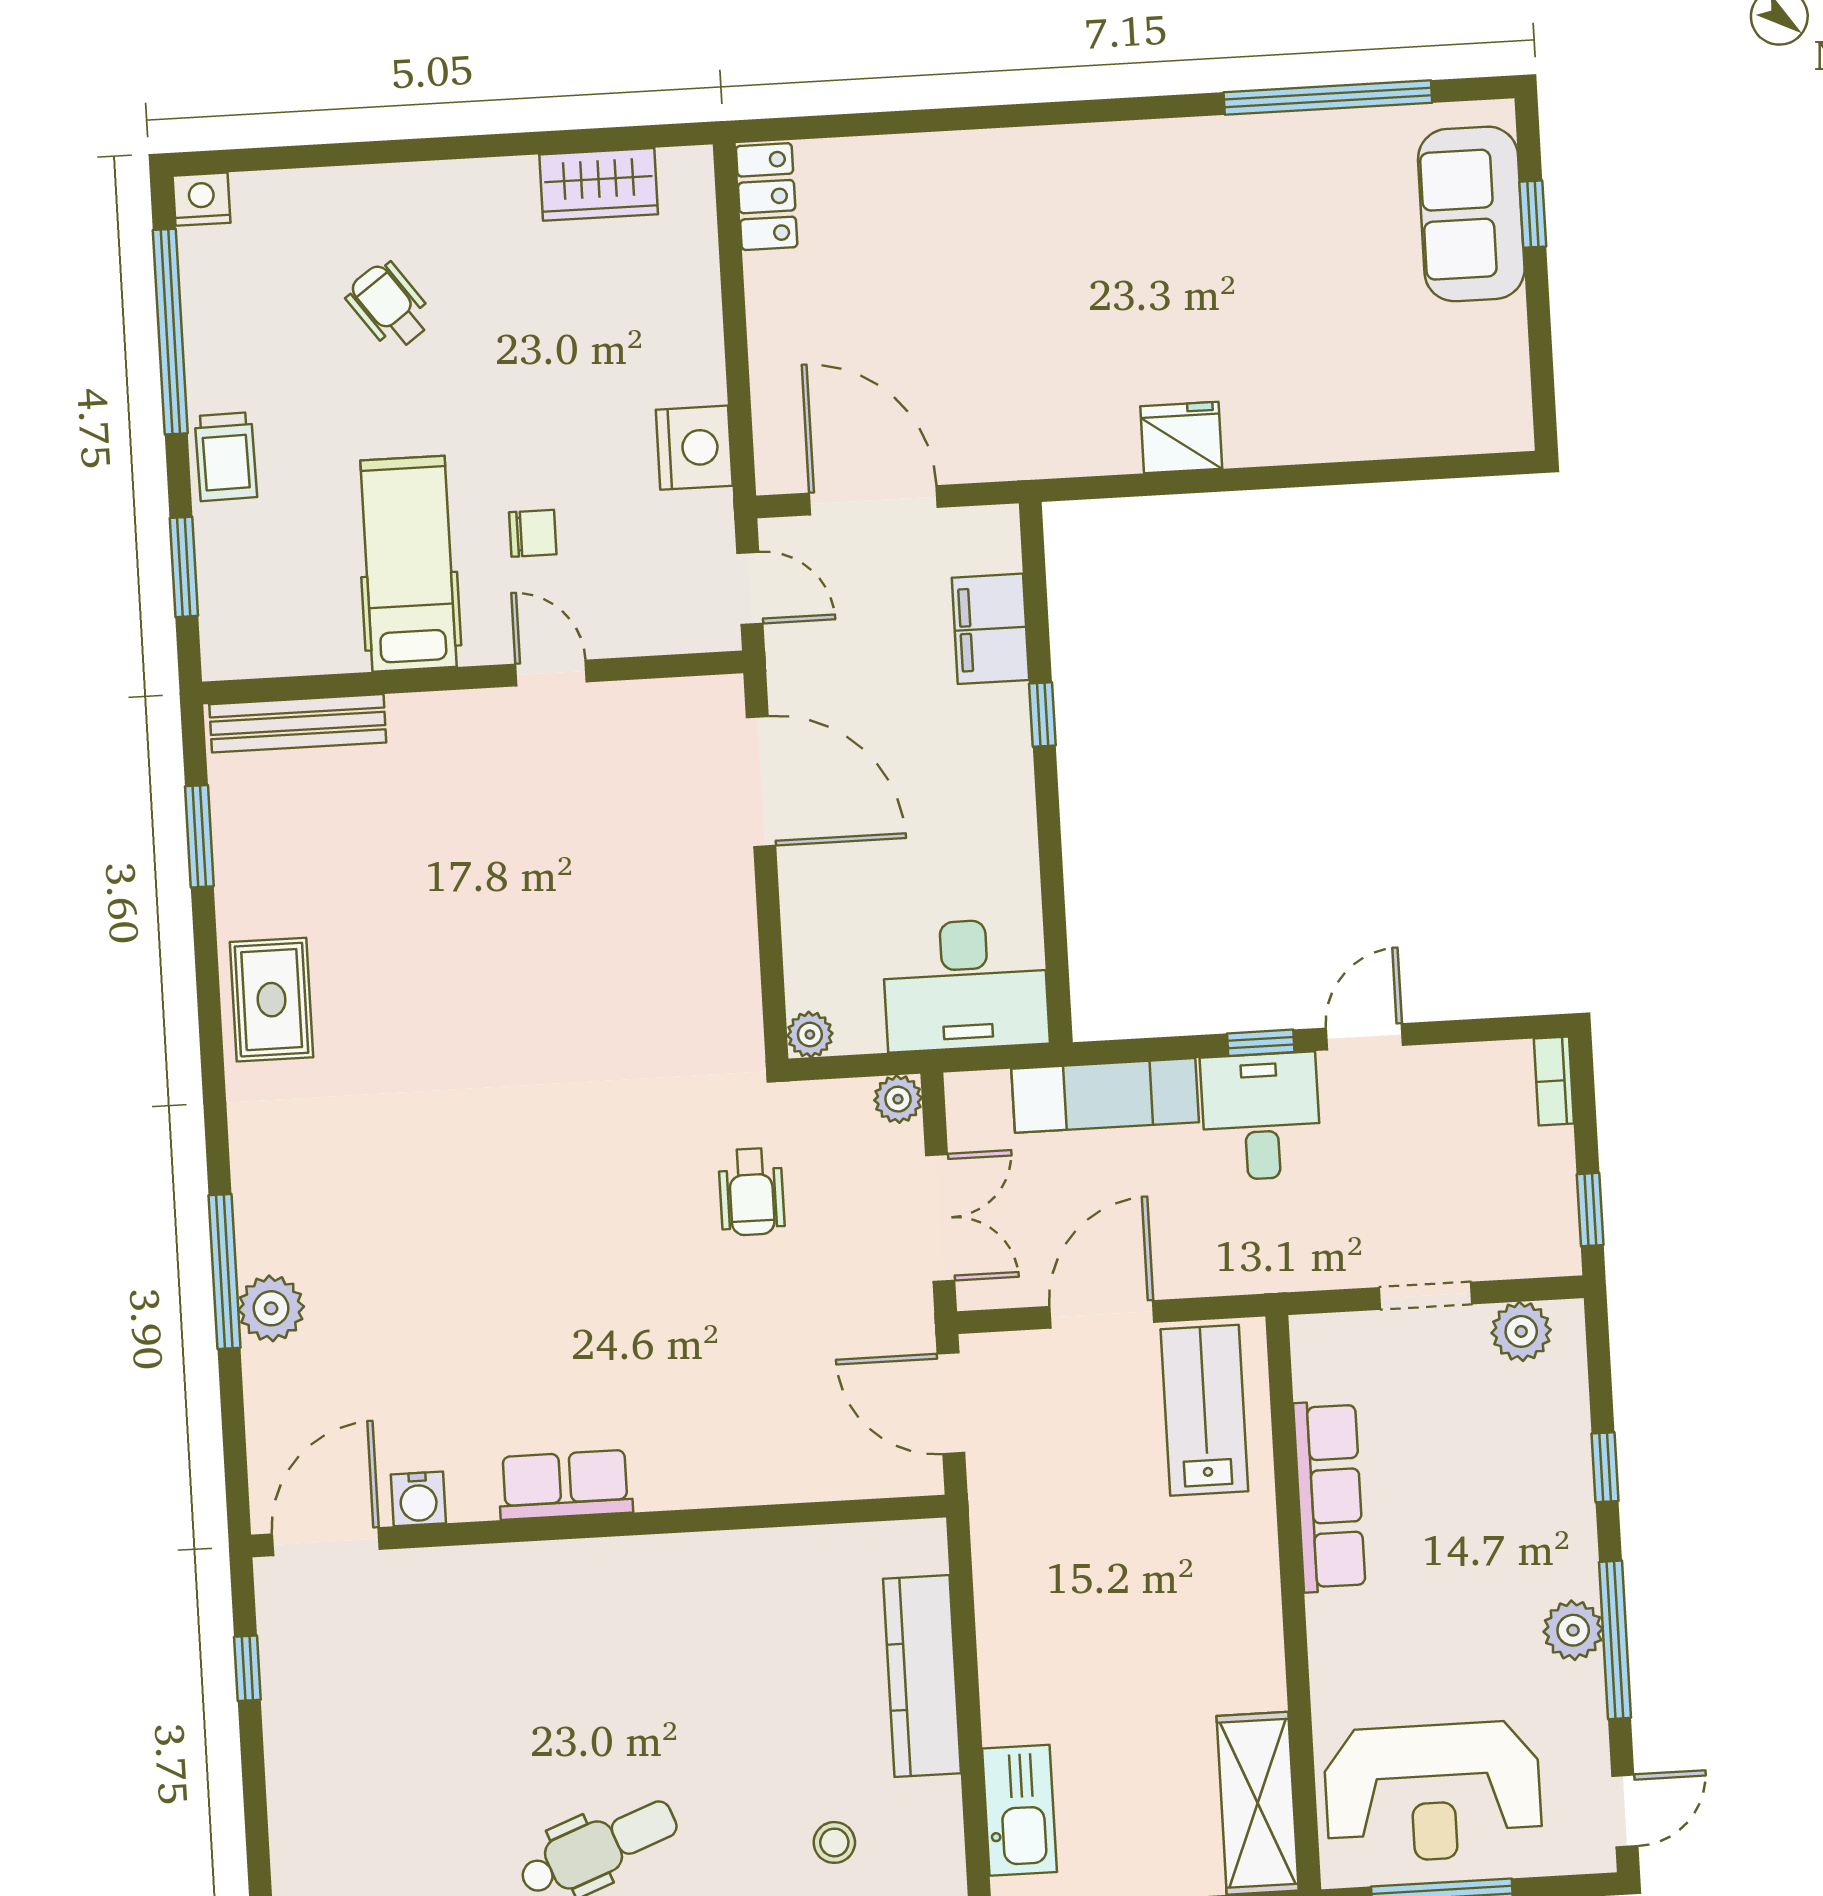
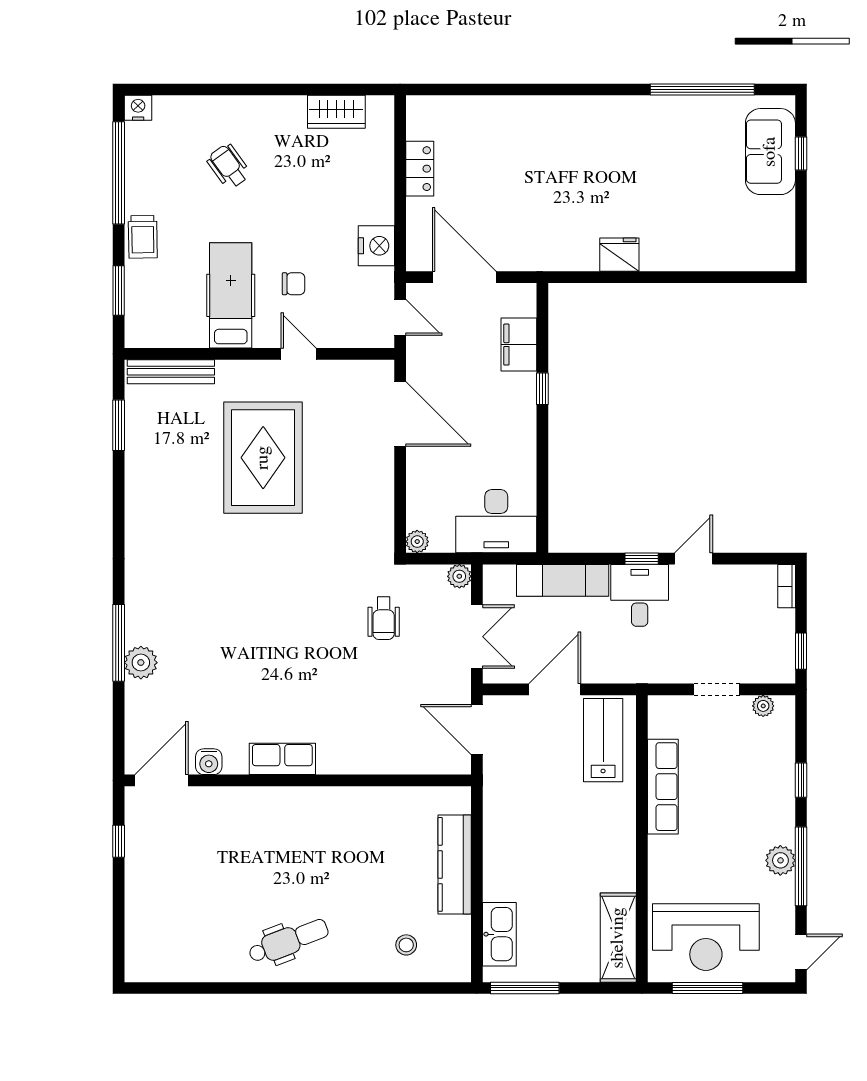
locker: (767, 197) -> (420, 169), moved
rug: (272, 1000) -> (263, 458), moved, width x1.86, depth x2.06
plant: (1521, 1331) -> (763, 706), width x0.73, depth x0.73

